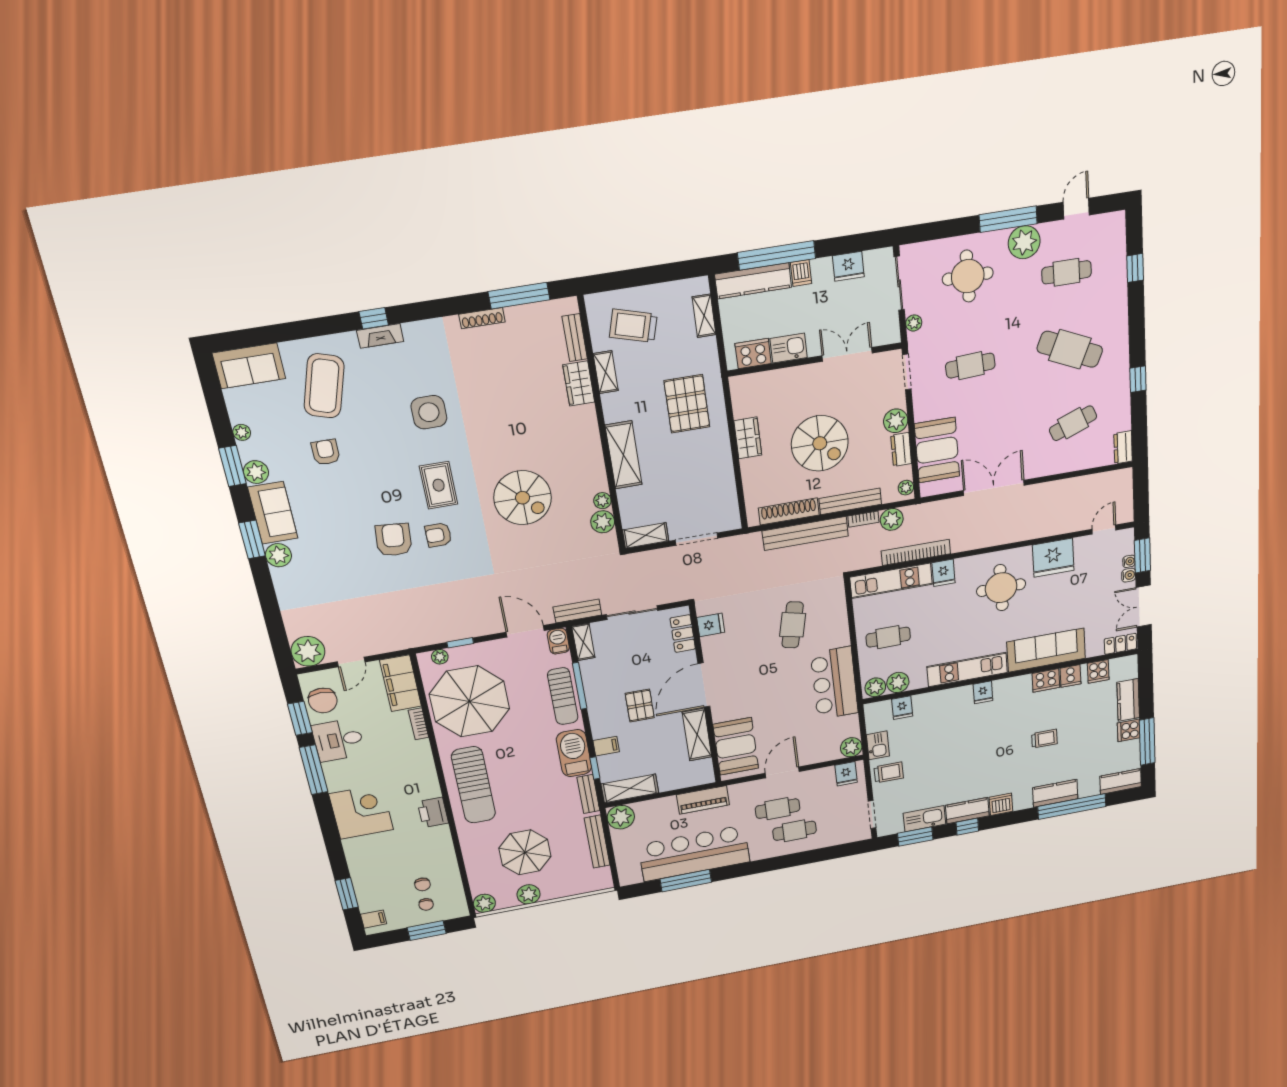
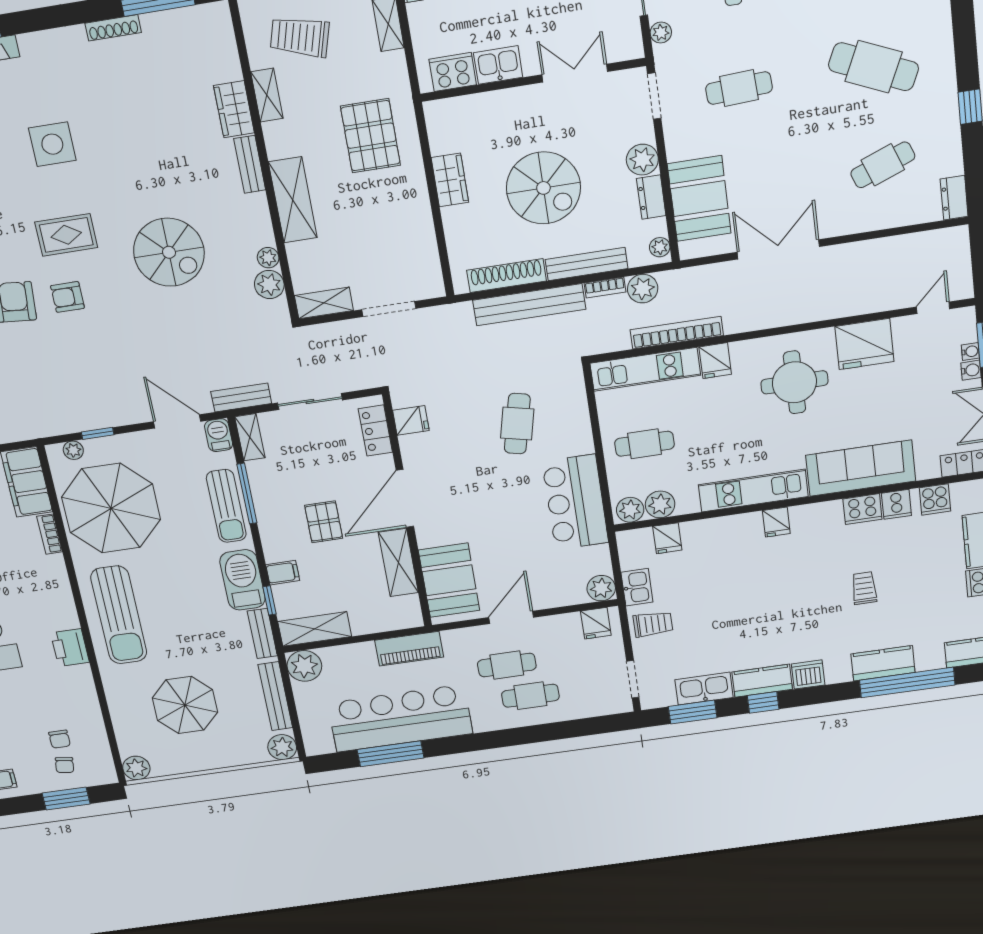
bench: (575, 338) -> (250, 164), moved
rug: (439, 485) -> (66, 235), turned 90
trolley: (1044, 739) -> (864, 588), turned -90
plant: (529, 894) -> (282, 747), moved

